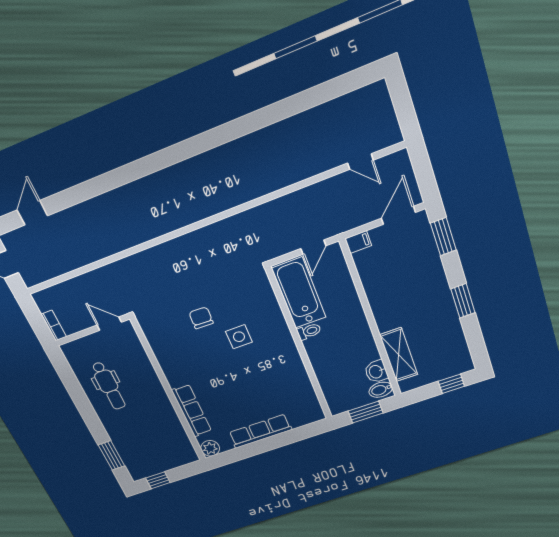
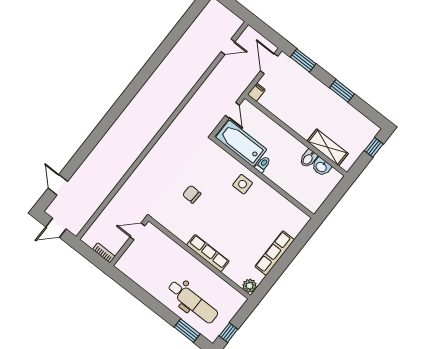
side table: (239, 337) -> (243, 184), moved
dental chair: (109, 386) -> (193, 302), moved, width x1.36, depth x1.38
bidet: (381, 390) -> (308, 158), moved
row of seats: (192, 411) -> (208, 253), moved
window: (366, 412) -> (333, 199), removed

